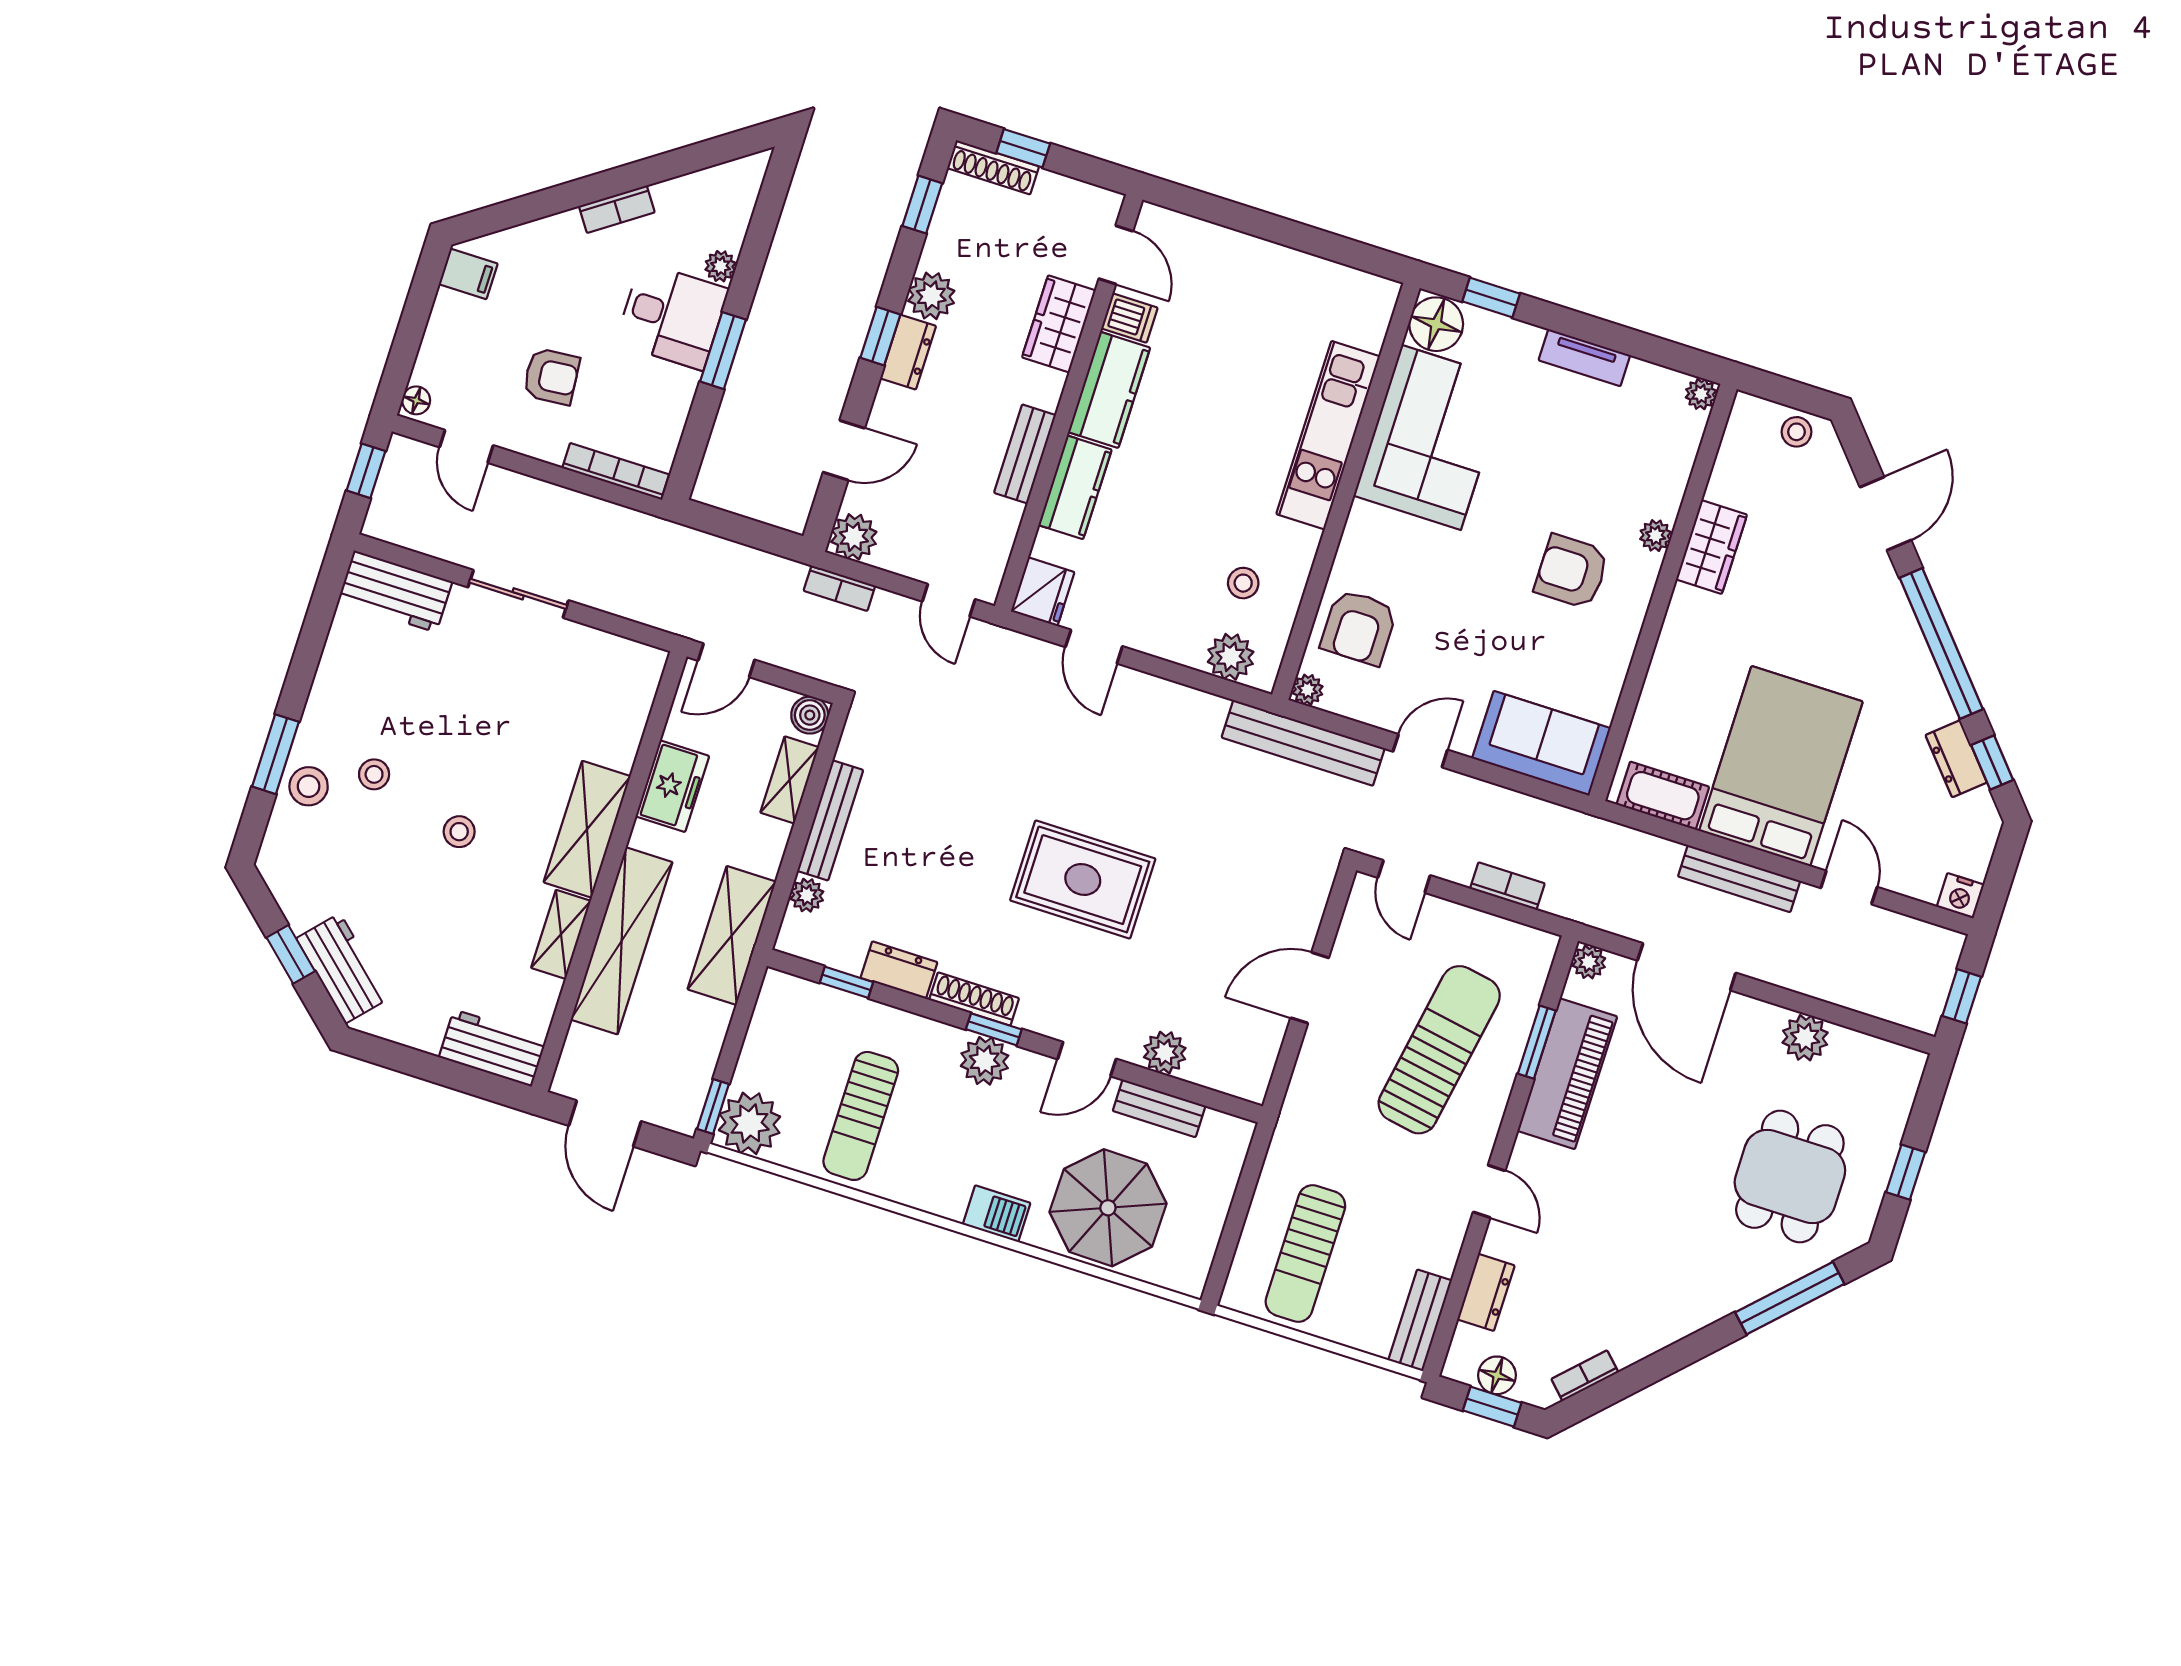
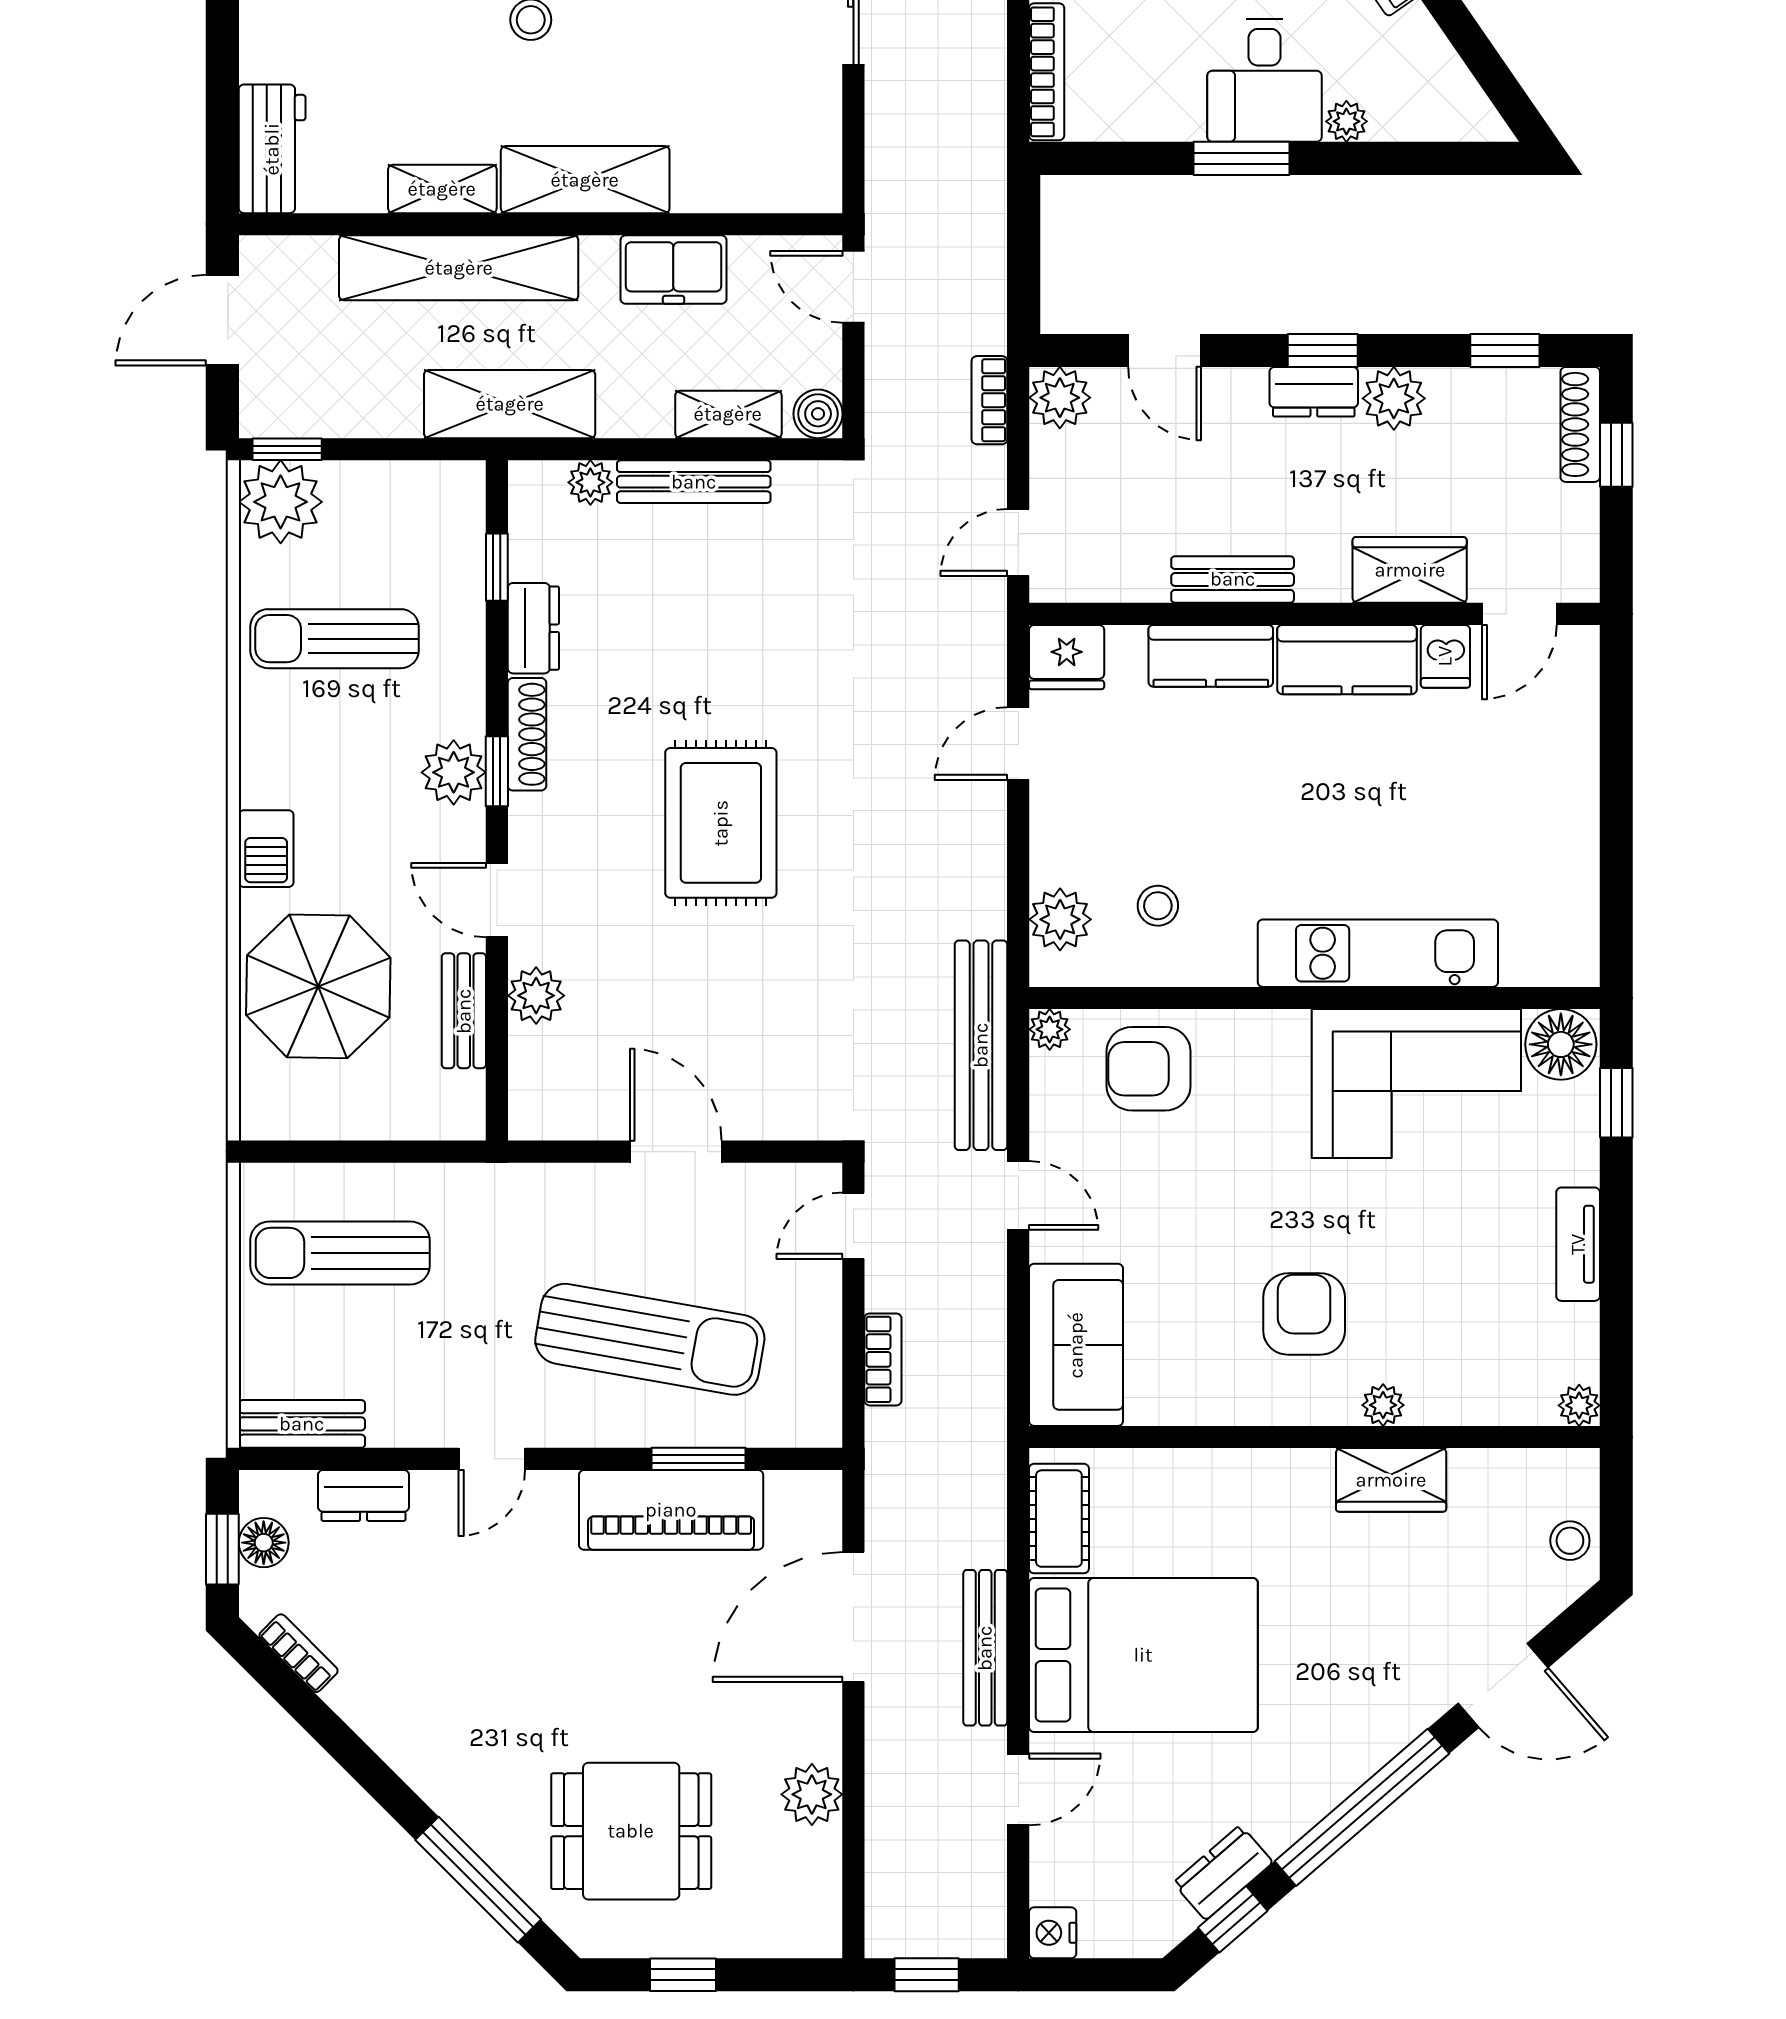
plant: (1589, 962) -> (820, 1492), removed

